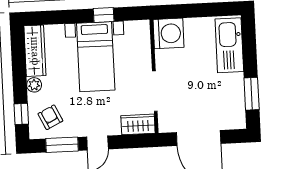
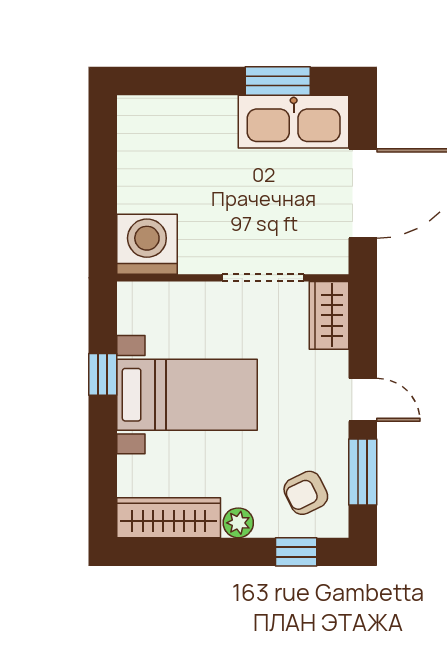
kitchen sink: (229, 45) -> (294, 122), moved

